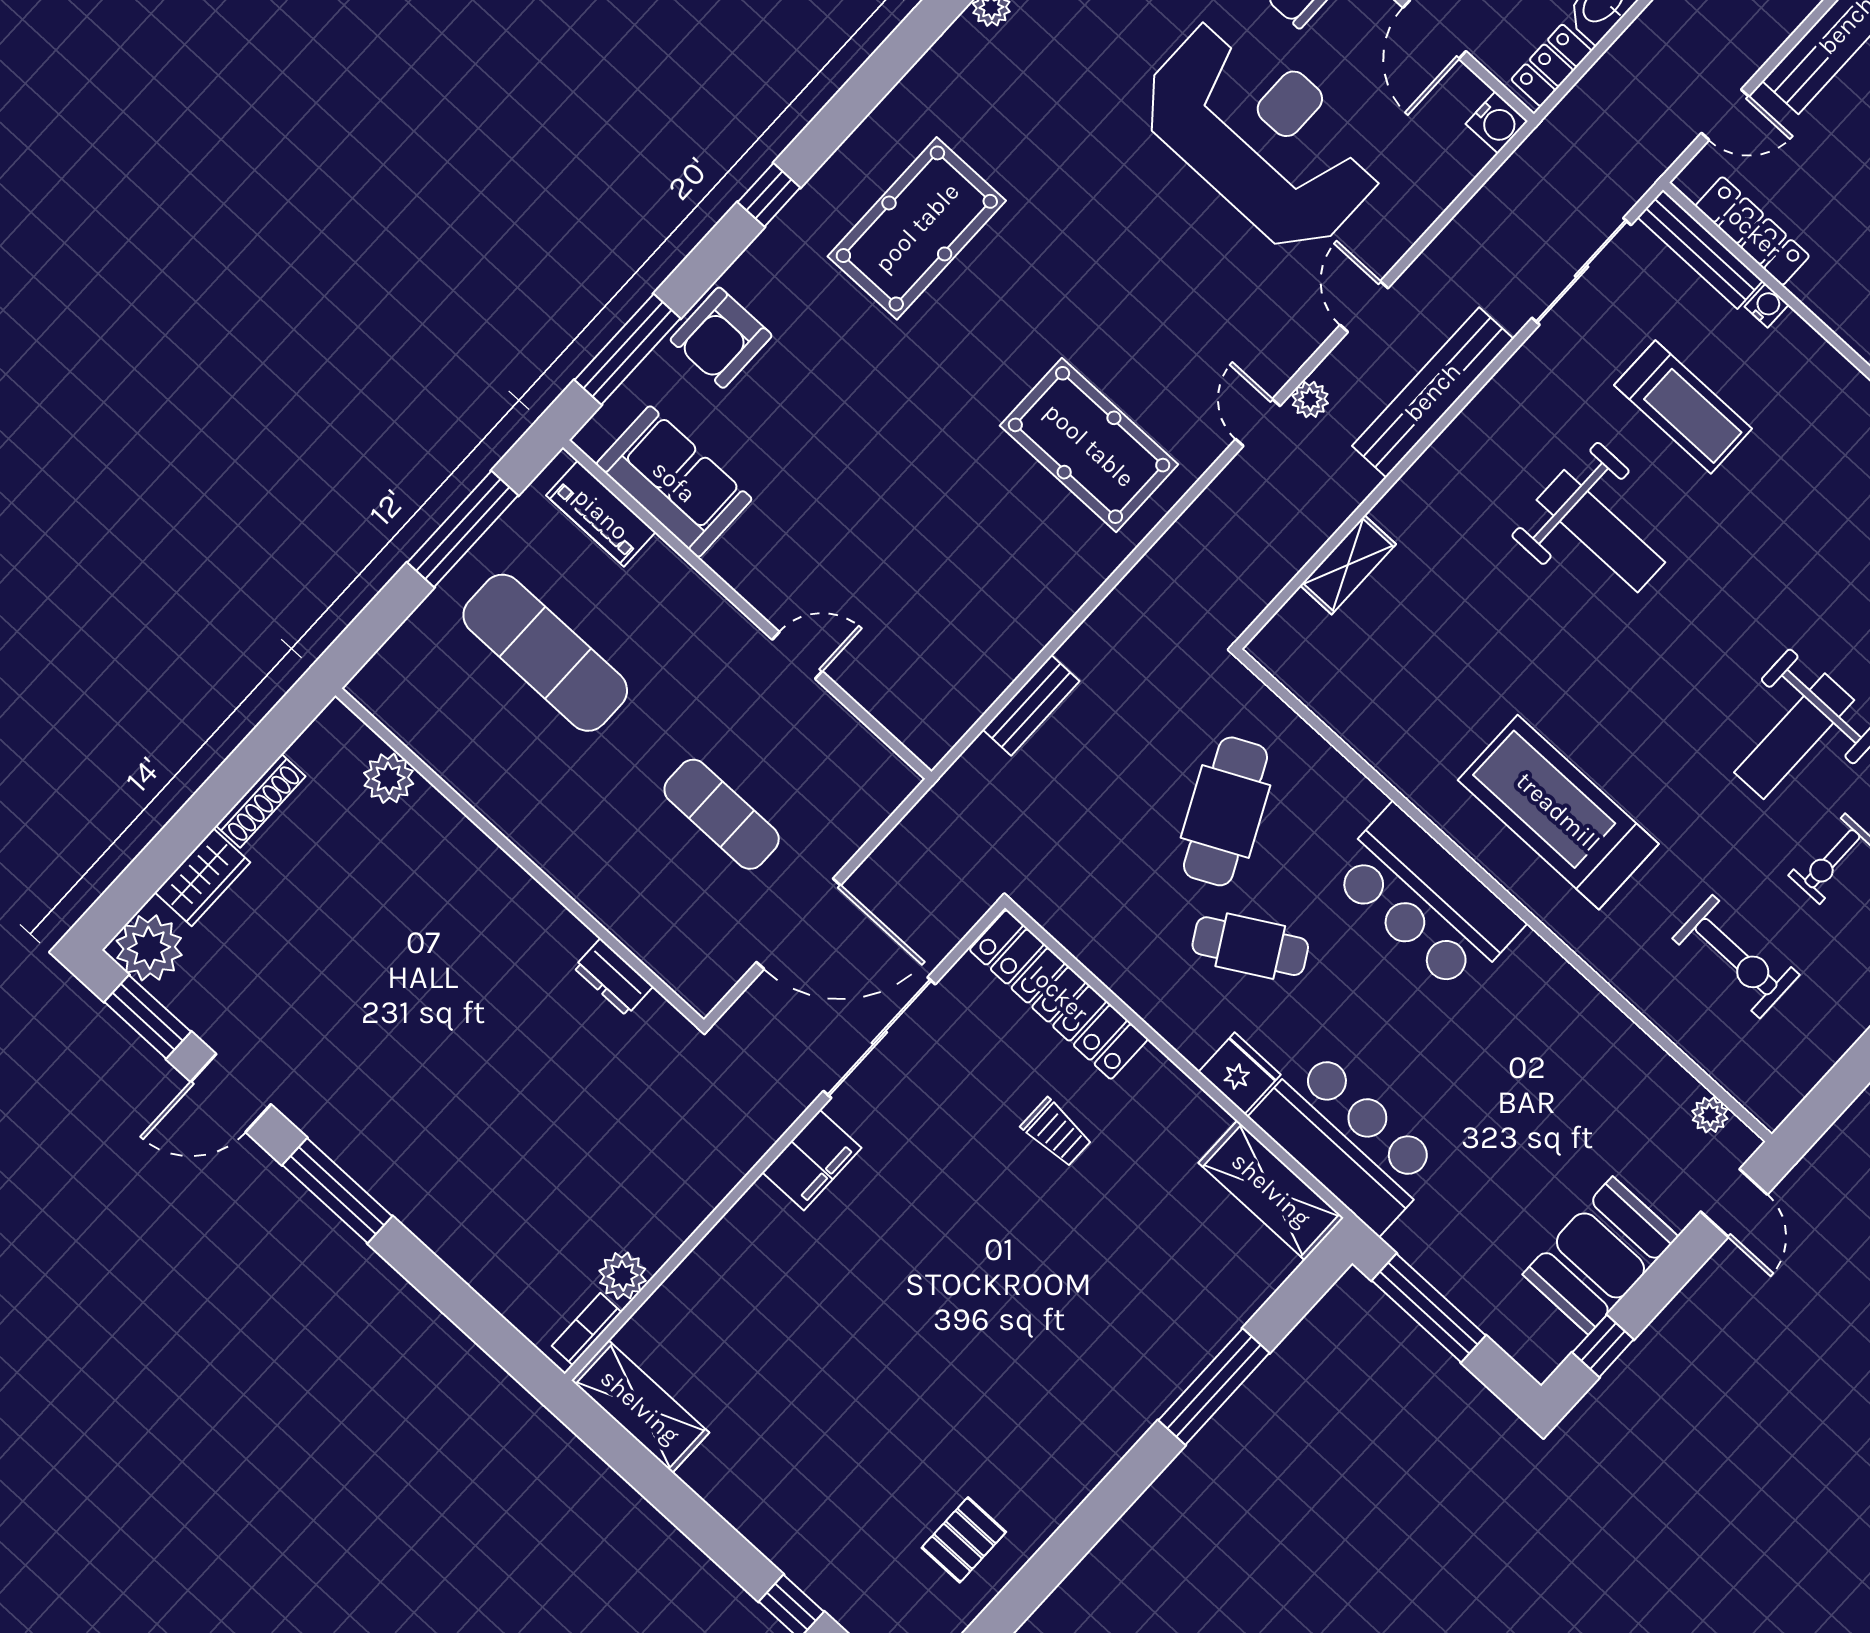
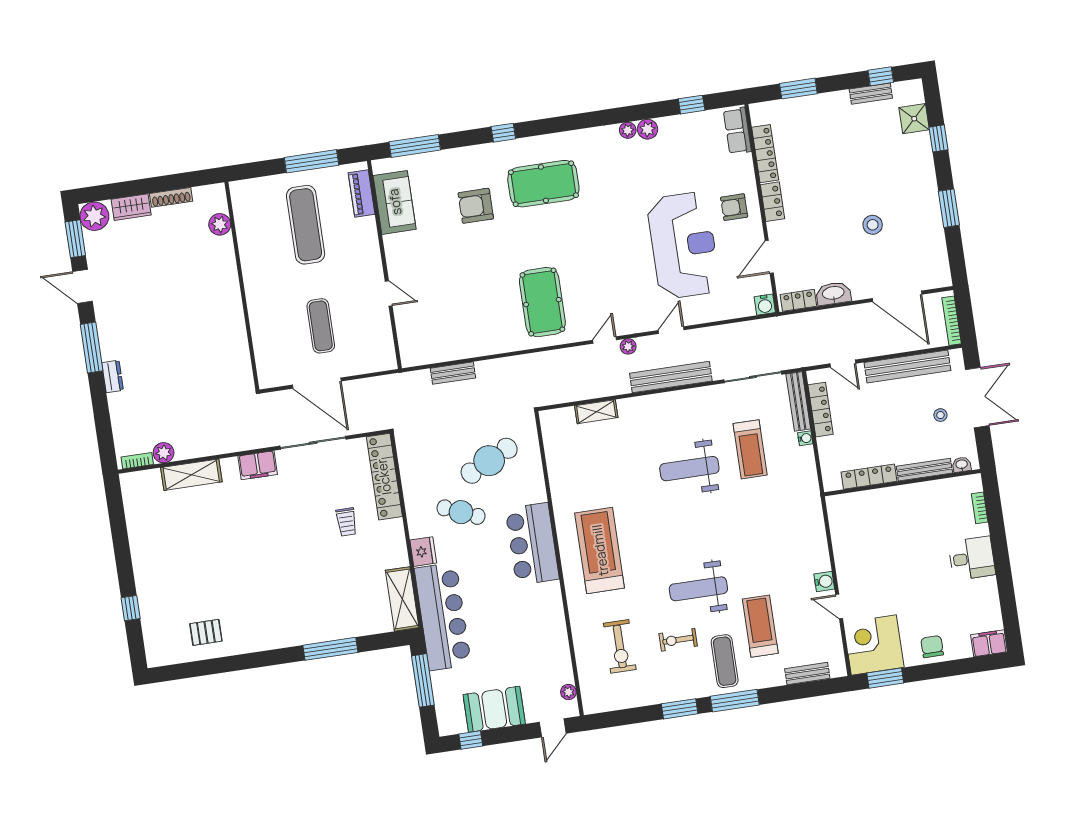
armchair: (721, 338) -> (476, 206), moved
weight bench: (1601, 531) -> (689, 469), turned 90
cafe table: (1250, 946) -> (461, 512), turned -37
dresser: (613, 977) -> (113, 376), moved, turned 180
bar counter: (1347, 1141) -> (443, 616), width x1.36
shelving: (640, 1407) -> (191, 475), moved, turned 90

